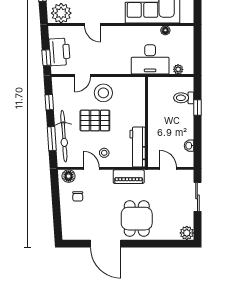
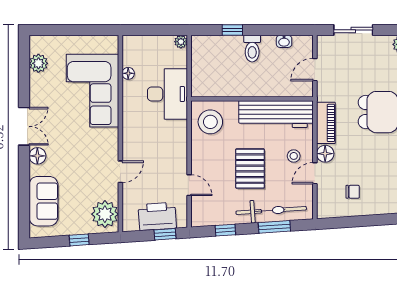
plant: (178, 69) -> (181, 42), moved
stool: (103, 93) -> (210, 122), moved
toilet: (184, 98) -> (252, 49), moved
workbench: (138, 147) -> (276, 114), width x1.36, depth x1.32
floor lamp: (69, 176) -> (325, 154), moved

